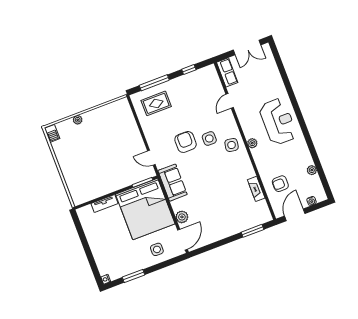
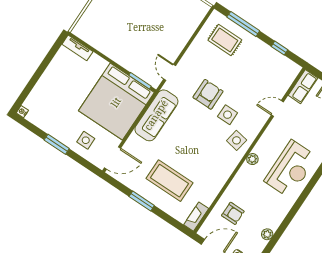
sofa: (173, 183) -> (156, 115), width x1.36
armchair: (280, 184) -> (233, 213), turned 180
fireplace: (256, 189) -> (196, 217), moved
tv unit: (104, 204) -> (77, 48), moved
coffee table: (226, 211) -> (170, 181), added
plant: (182, 217) -> (134, 142), removed
window: (253, 231) -> (142, 201), moved
window: (133, 276) -> (57, 144), moved

